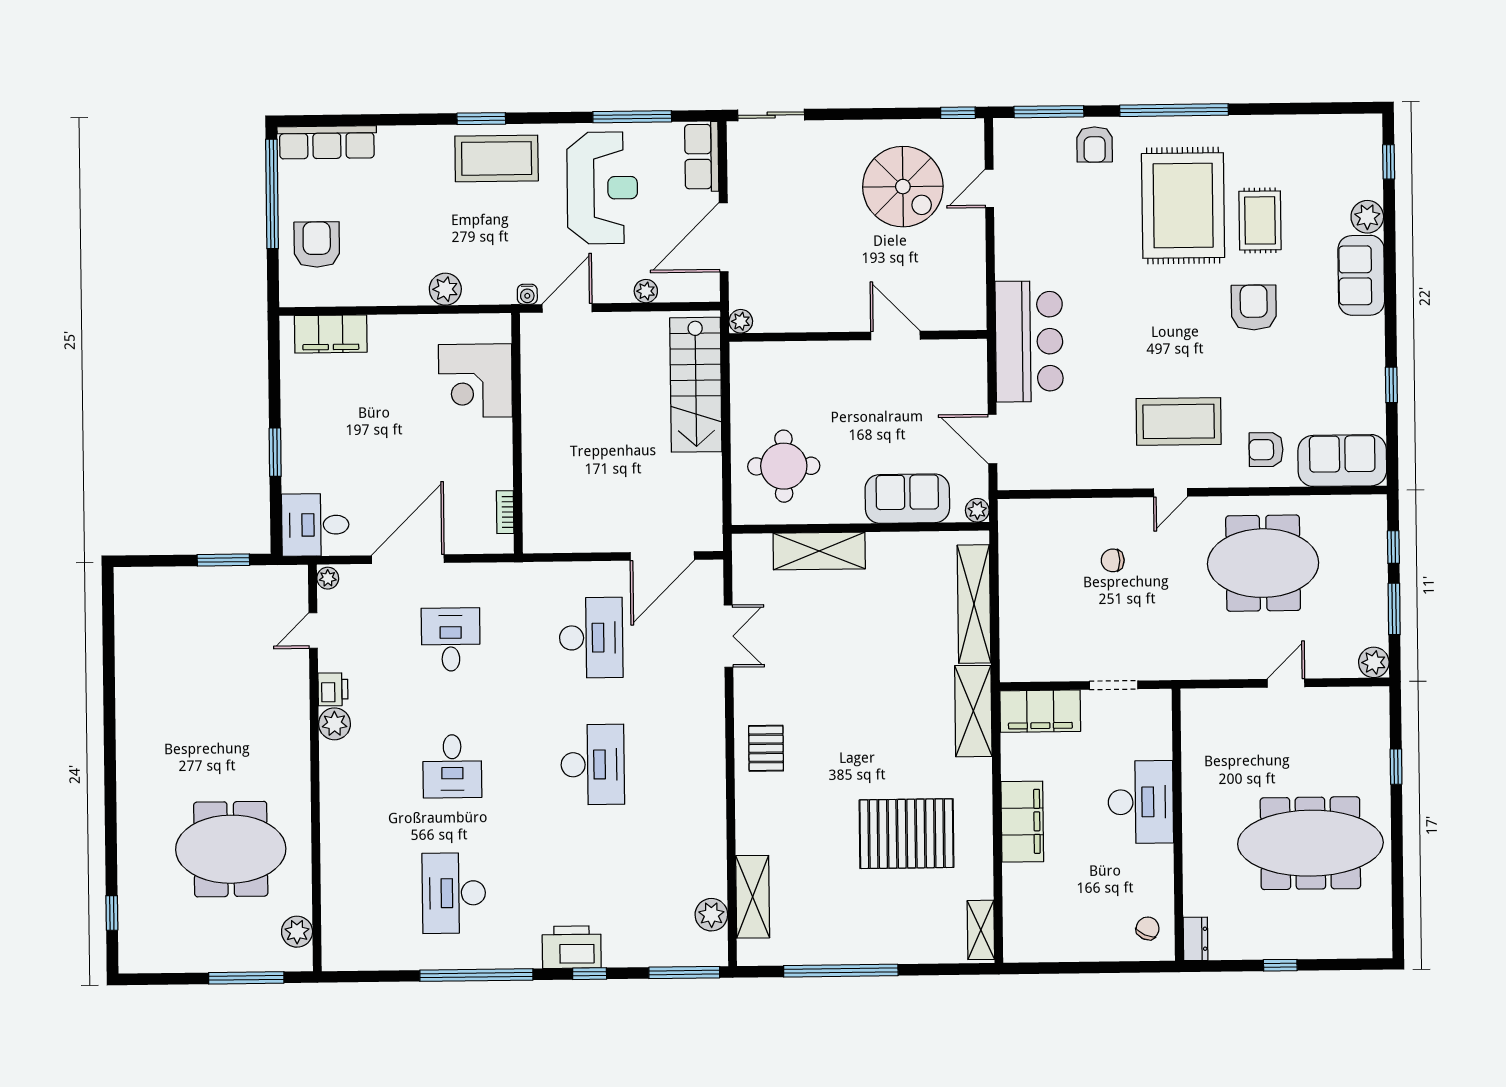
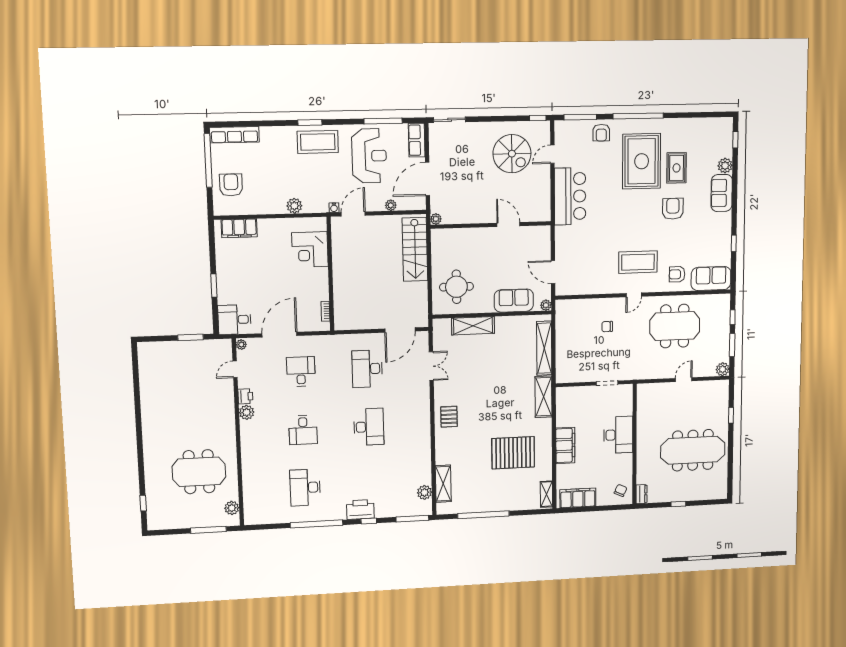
bar counter: (1029, 341) -> (570, 196), moved
desk: (591, 638) -> (367, 369), turned 180
filing cabinet: (1040, 711) -> (578, 498), moved, turned 180

